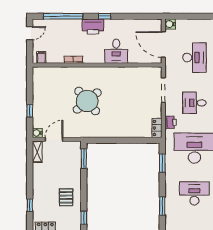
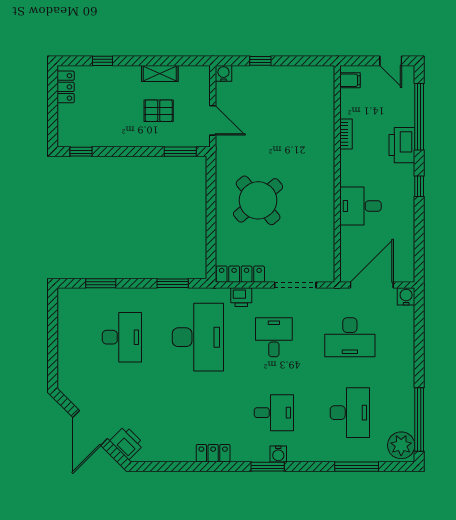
printer: (93, 27) -> (402, 145), moved
round table: (87, 101) -> (258, 200), moved
locker: (157, 128) -> (240, 274), width x1.53
door: (54, 139) -> (213, 120), moved
shelving: (37, 152) -> (160, 73), moved
pallet: (66, 197) -> (159, 111), moved

